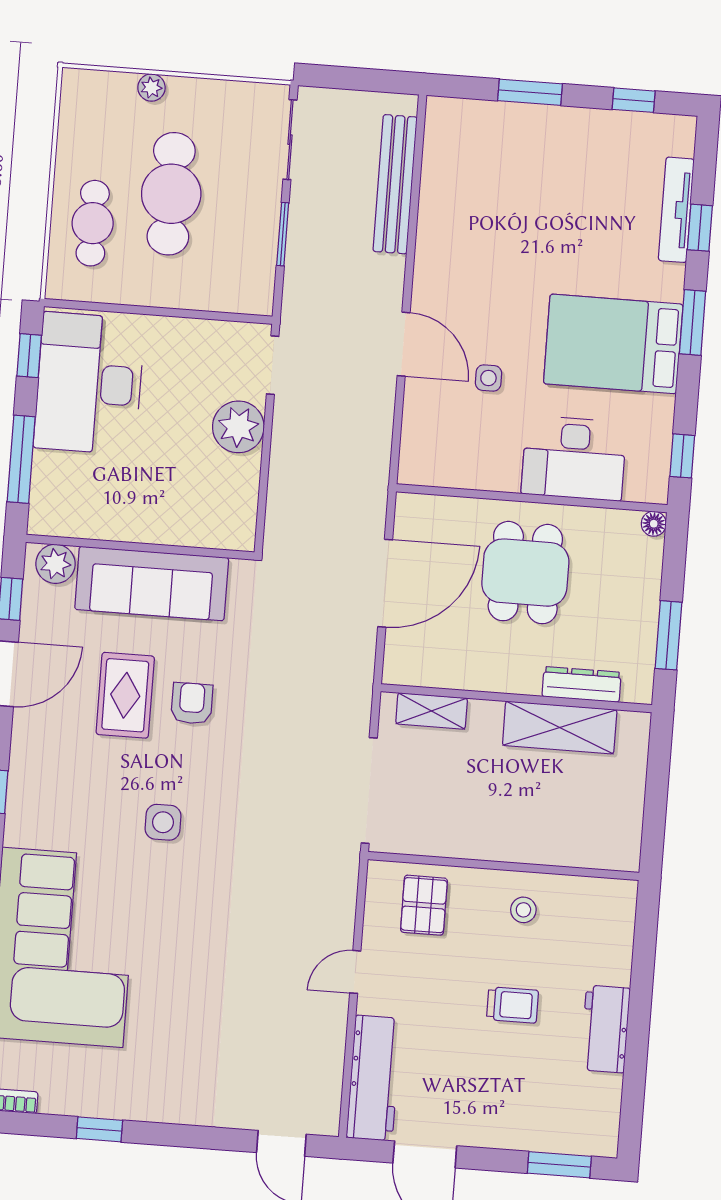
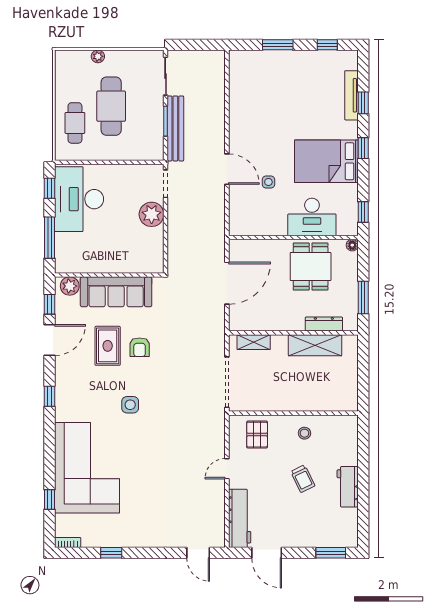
bench: (395, 184) -> (175, 128), moved
window: (693, 322) -> (363, 148), width x0.67
dining table: (525, 573) -> (311, 266), moved
armchair: (192, 703) -> (140, 347), turned 180
trolley: (513, 1005) -> (303, 479), turned 64

